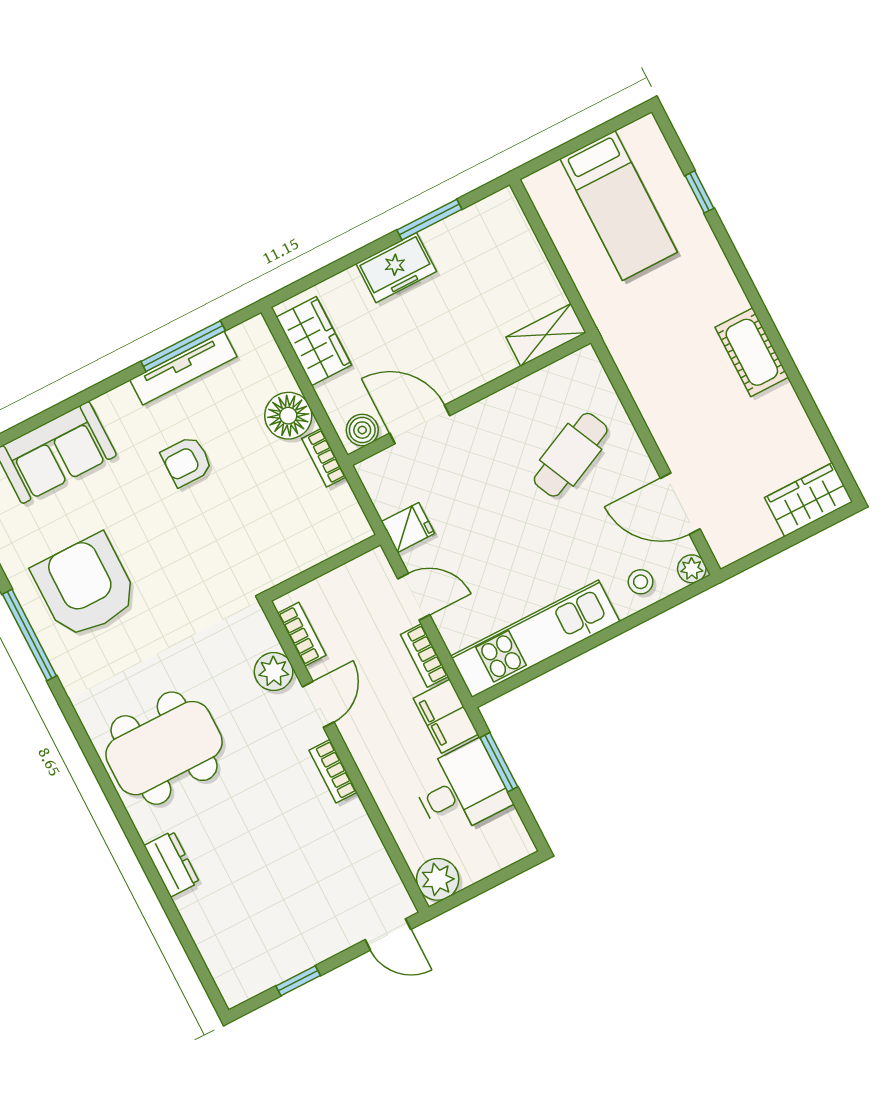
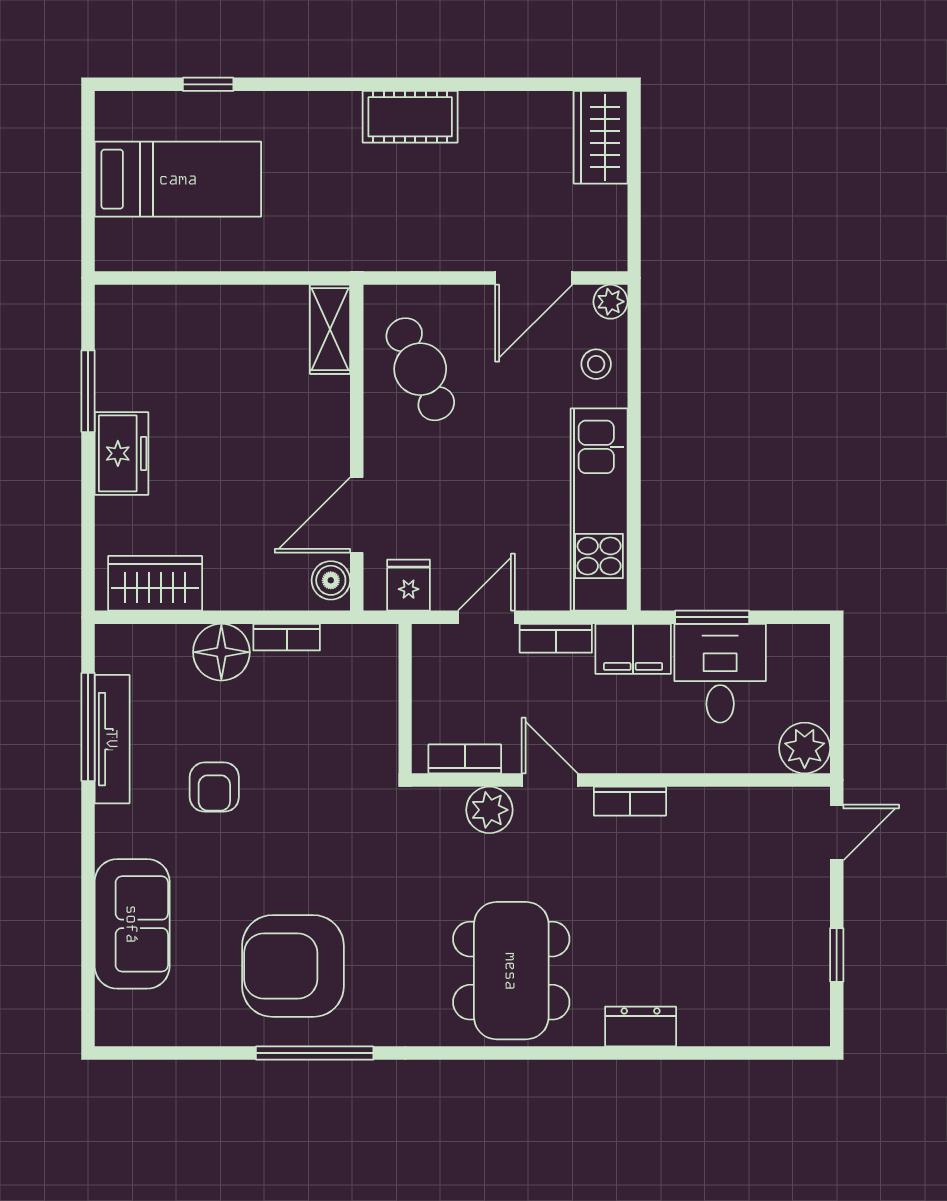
shelving: (546, 335) -> (330, 329), moved
wall: (469, 399) -> (357, 448), moved
door: (420, 424) -> (357, 515), moved
boiler: (362, 430) -> (331, 580), moved

